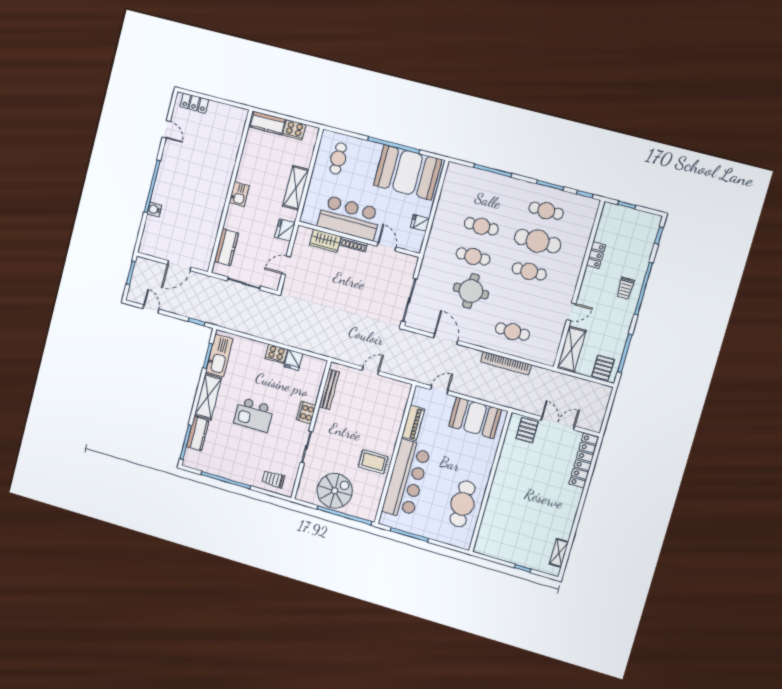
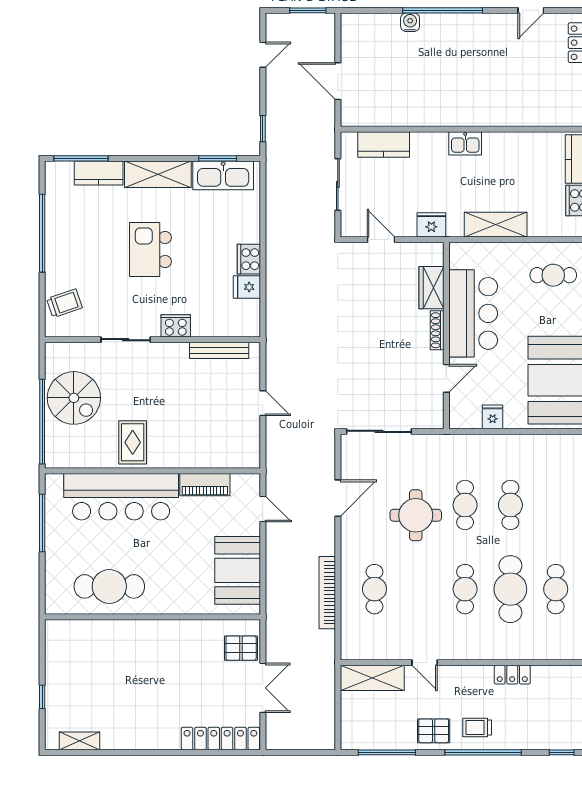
pallet: (603, 368) -> (434, 731), moved
trolley: (273, 479) -> (64, 303), turned 71

